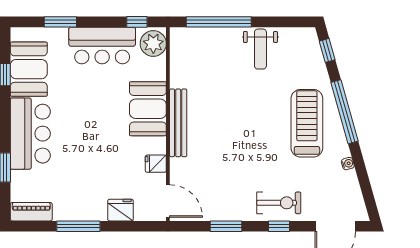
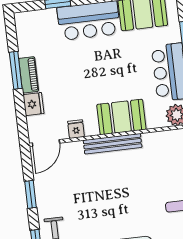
piano: (31, 212) -> (29, 75), moved

